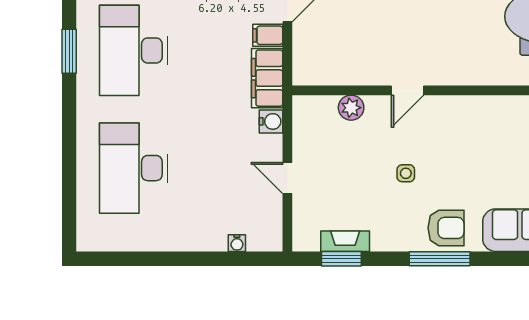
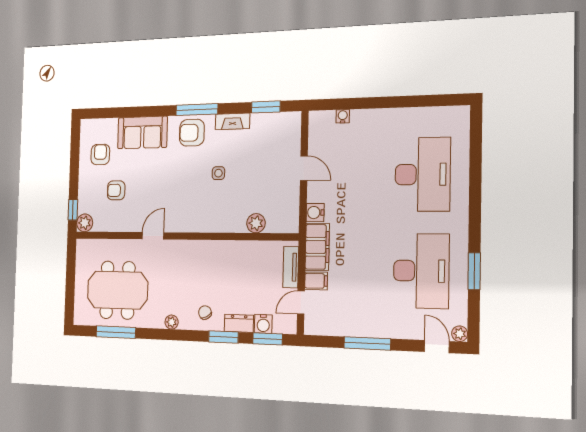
tv unit: (302, 52) -> (291, 267), added
door: (408, 90) -> (153, 236), moved
fireplace: (345, 241) -> (232, 121), moved

